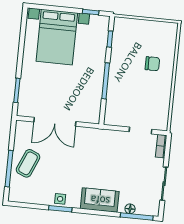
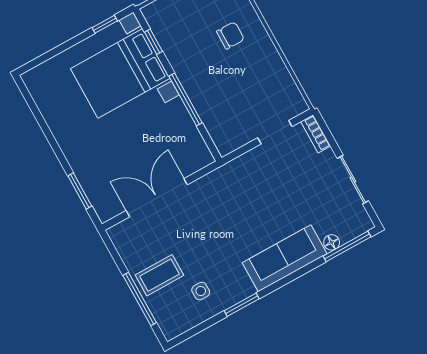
bed with nightstands: (57, 37) -> (120, 73), moved, turned 90
double door: (55, 122) -> (157, 198), swing flipped
coffee table: (28, 163) -> (159, 275), turned 67
side table: (60, 199) -> (201, 291), moved
sofa: (100, 200) -> (285, 258), width x1.36

